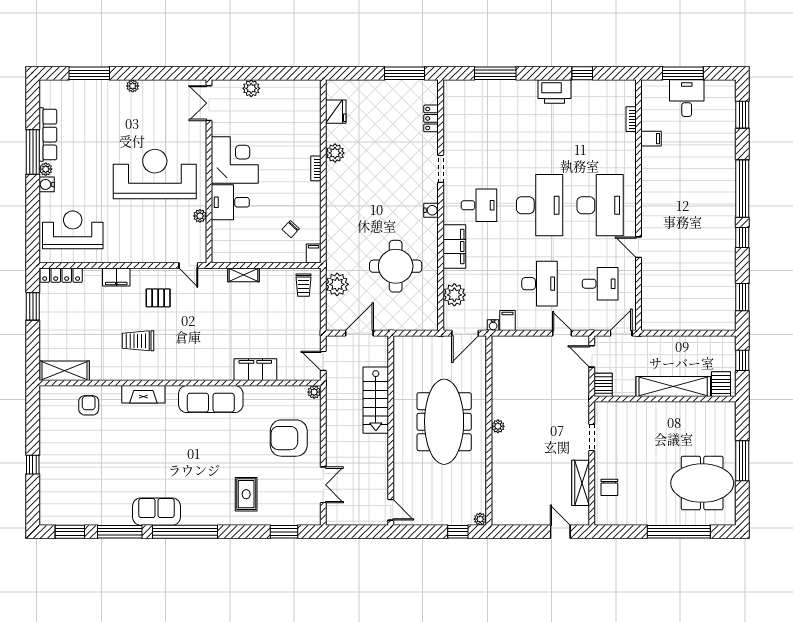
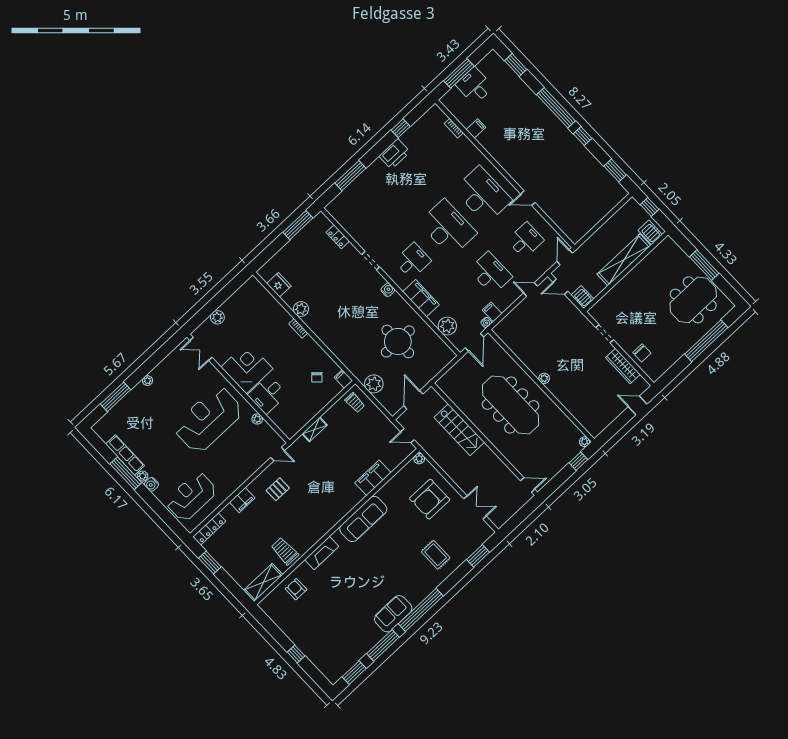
trolley: (138, 341) -> (285, 551), moved, turned 90

